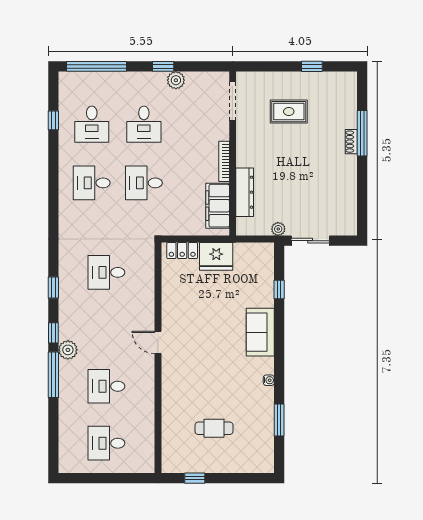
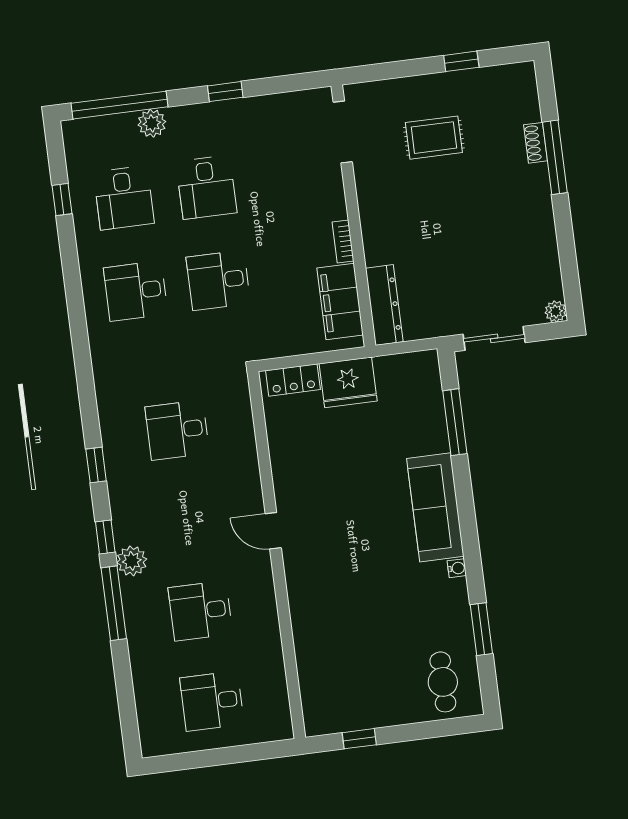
plant: (176, 80) -> (152, 123), moved
shoe rack: (351, 142) -> (535, 143), moved
bookcase: (224, 161) -> (343, 242), width x0.64
dresser: (245, 192) -> (384, 305), moved
plant: (278, 229) -> (556, 311), moved
window: (279, 290) -> (455, 422), width x2.17
sofa: (260, 332) -> (435, 507), width x1.36
cafe table: (214, 428) -> (443, 682), moved, turned 90

